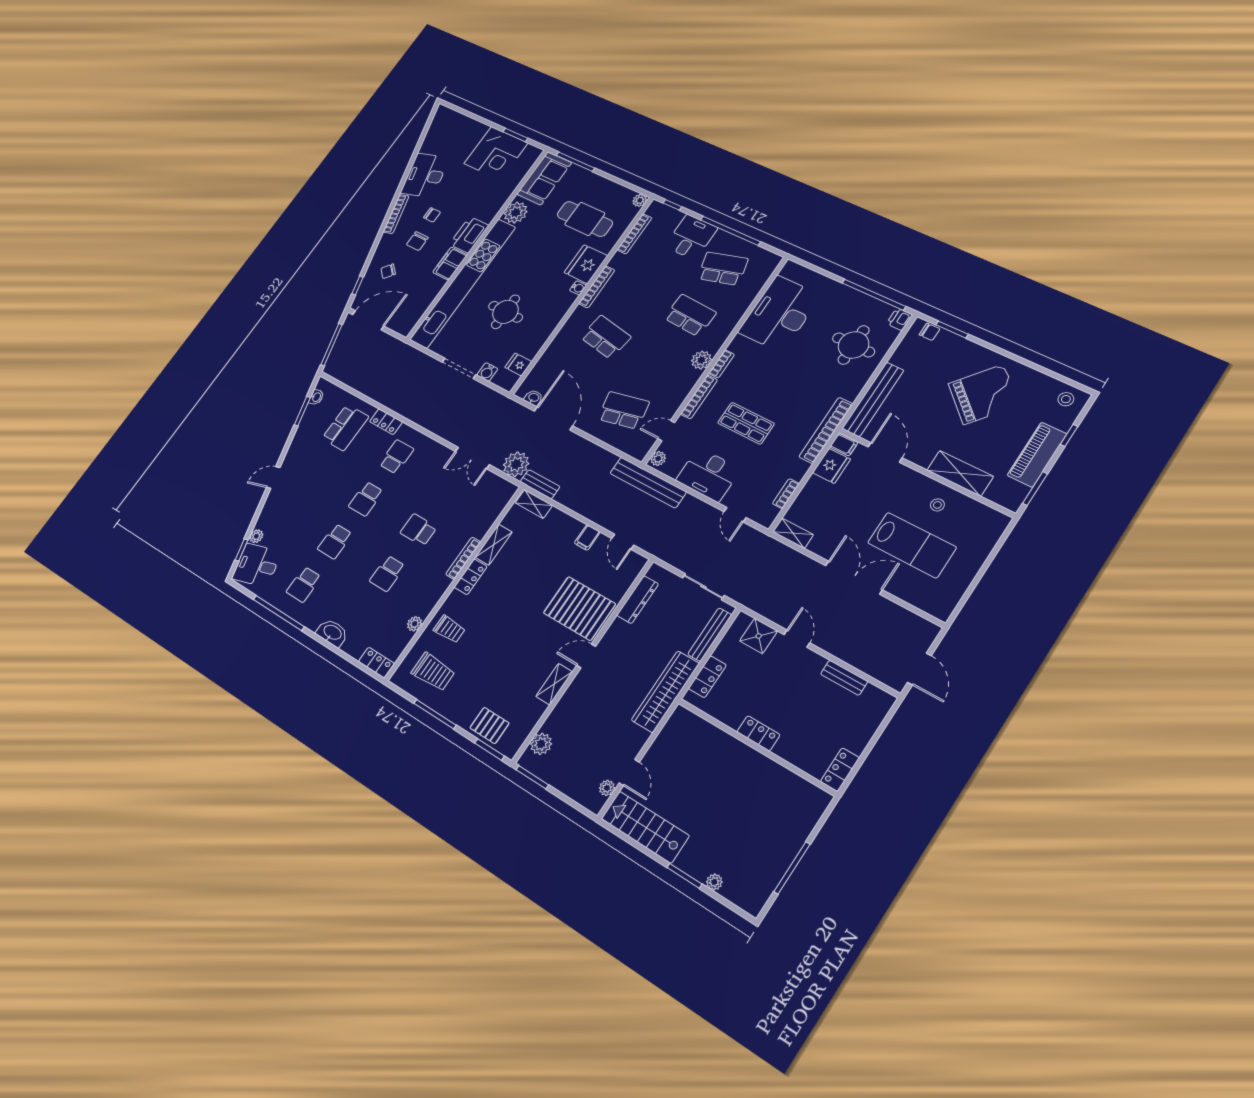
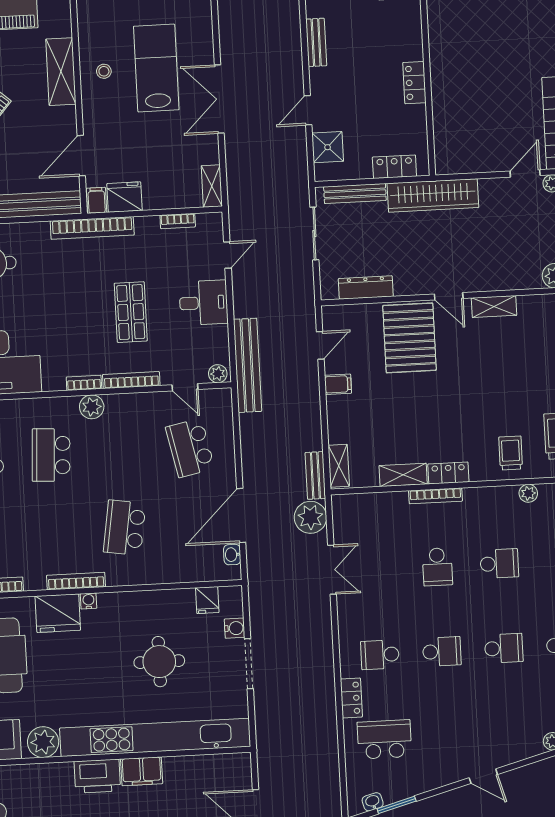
desk: (708, 475) -> (204, 303), width x0.73

